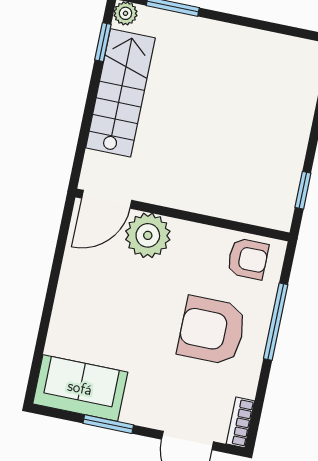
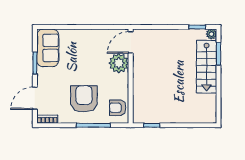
stairs: (120, 93) -> (207, 67), moved, turned 90
door: (107, 199) -> (131, 42), hinge flipped
armchair: (248, 259) -> (118, 108), turned 90

